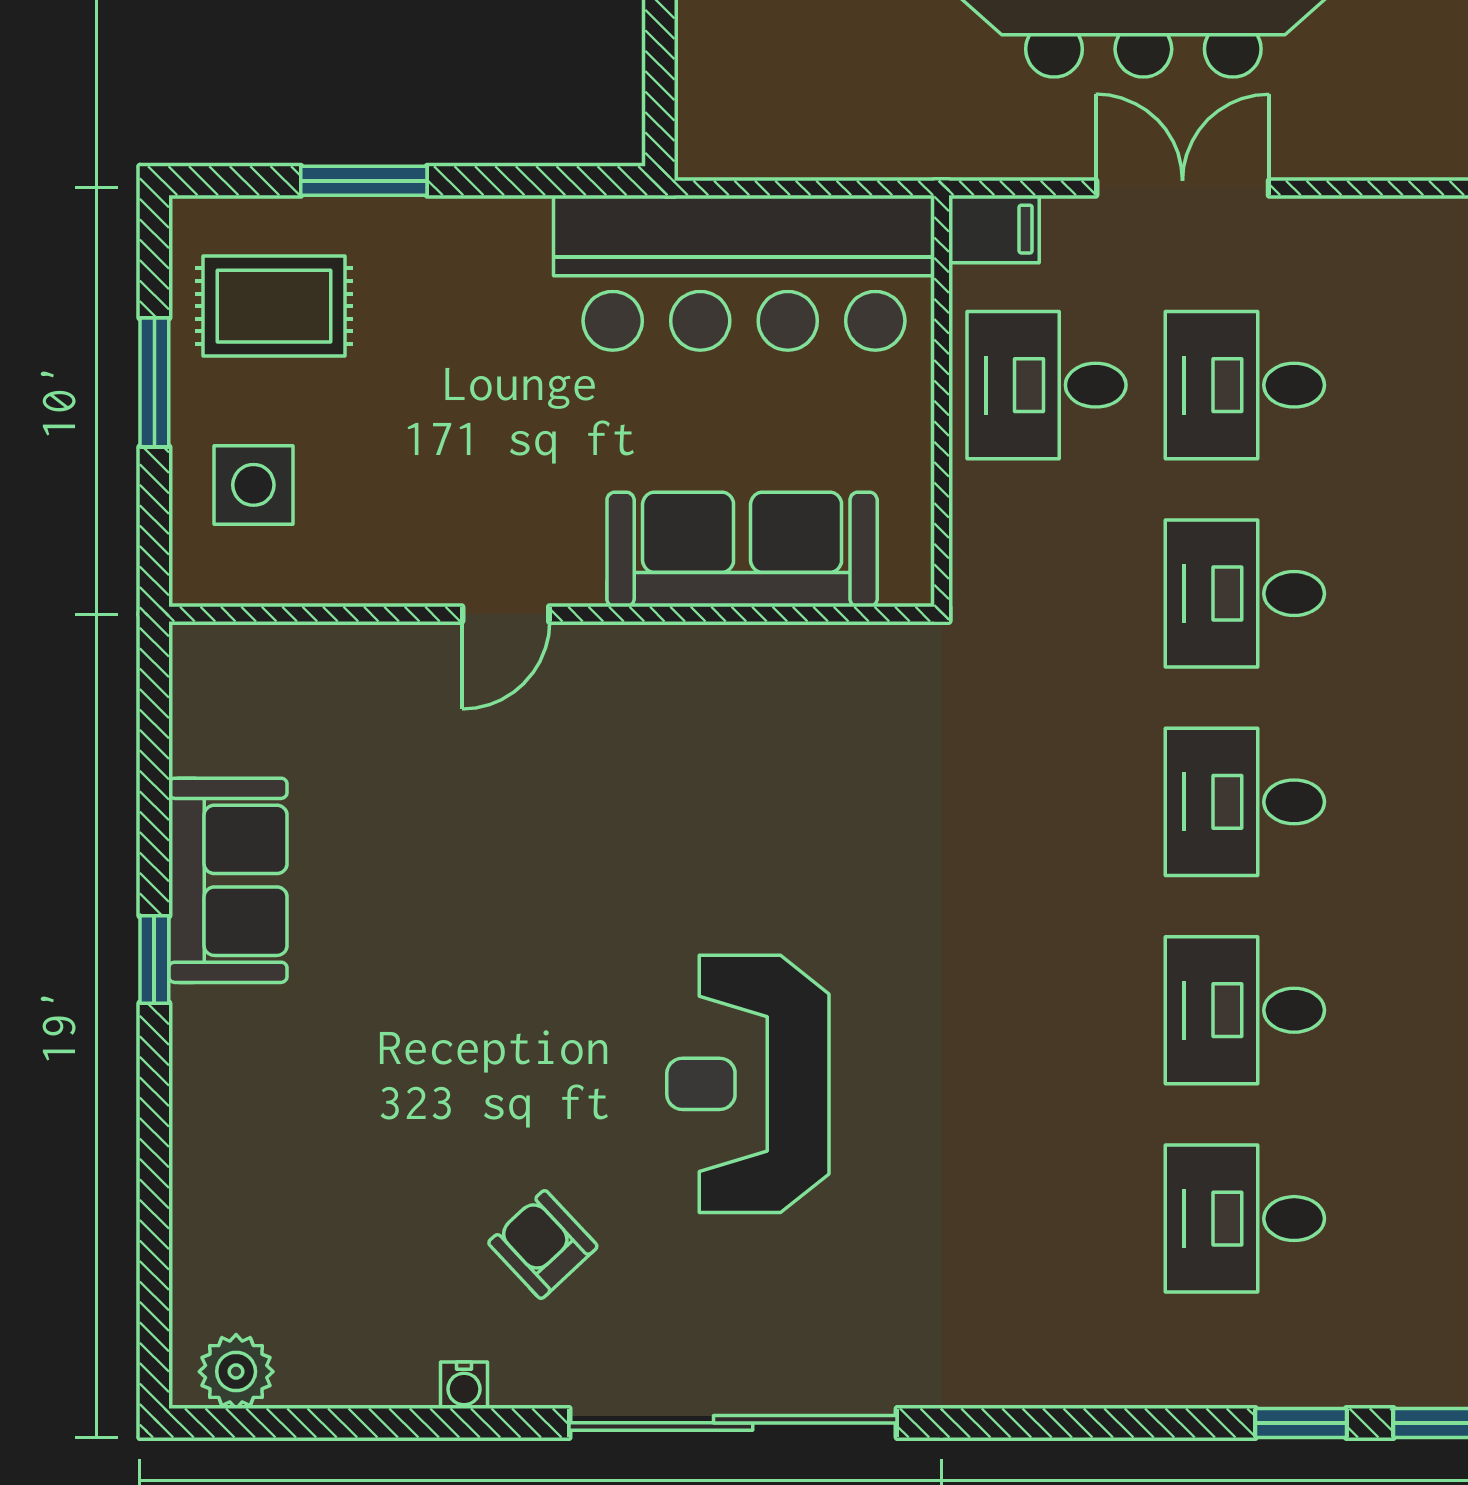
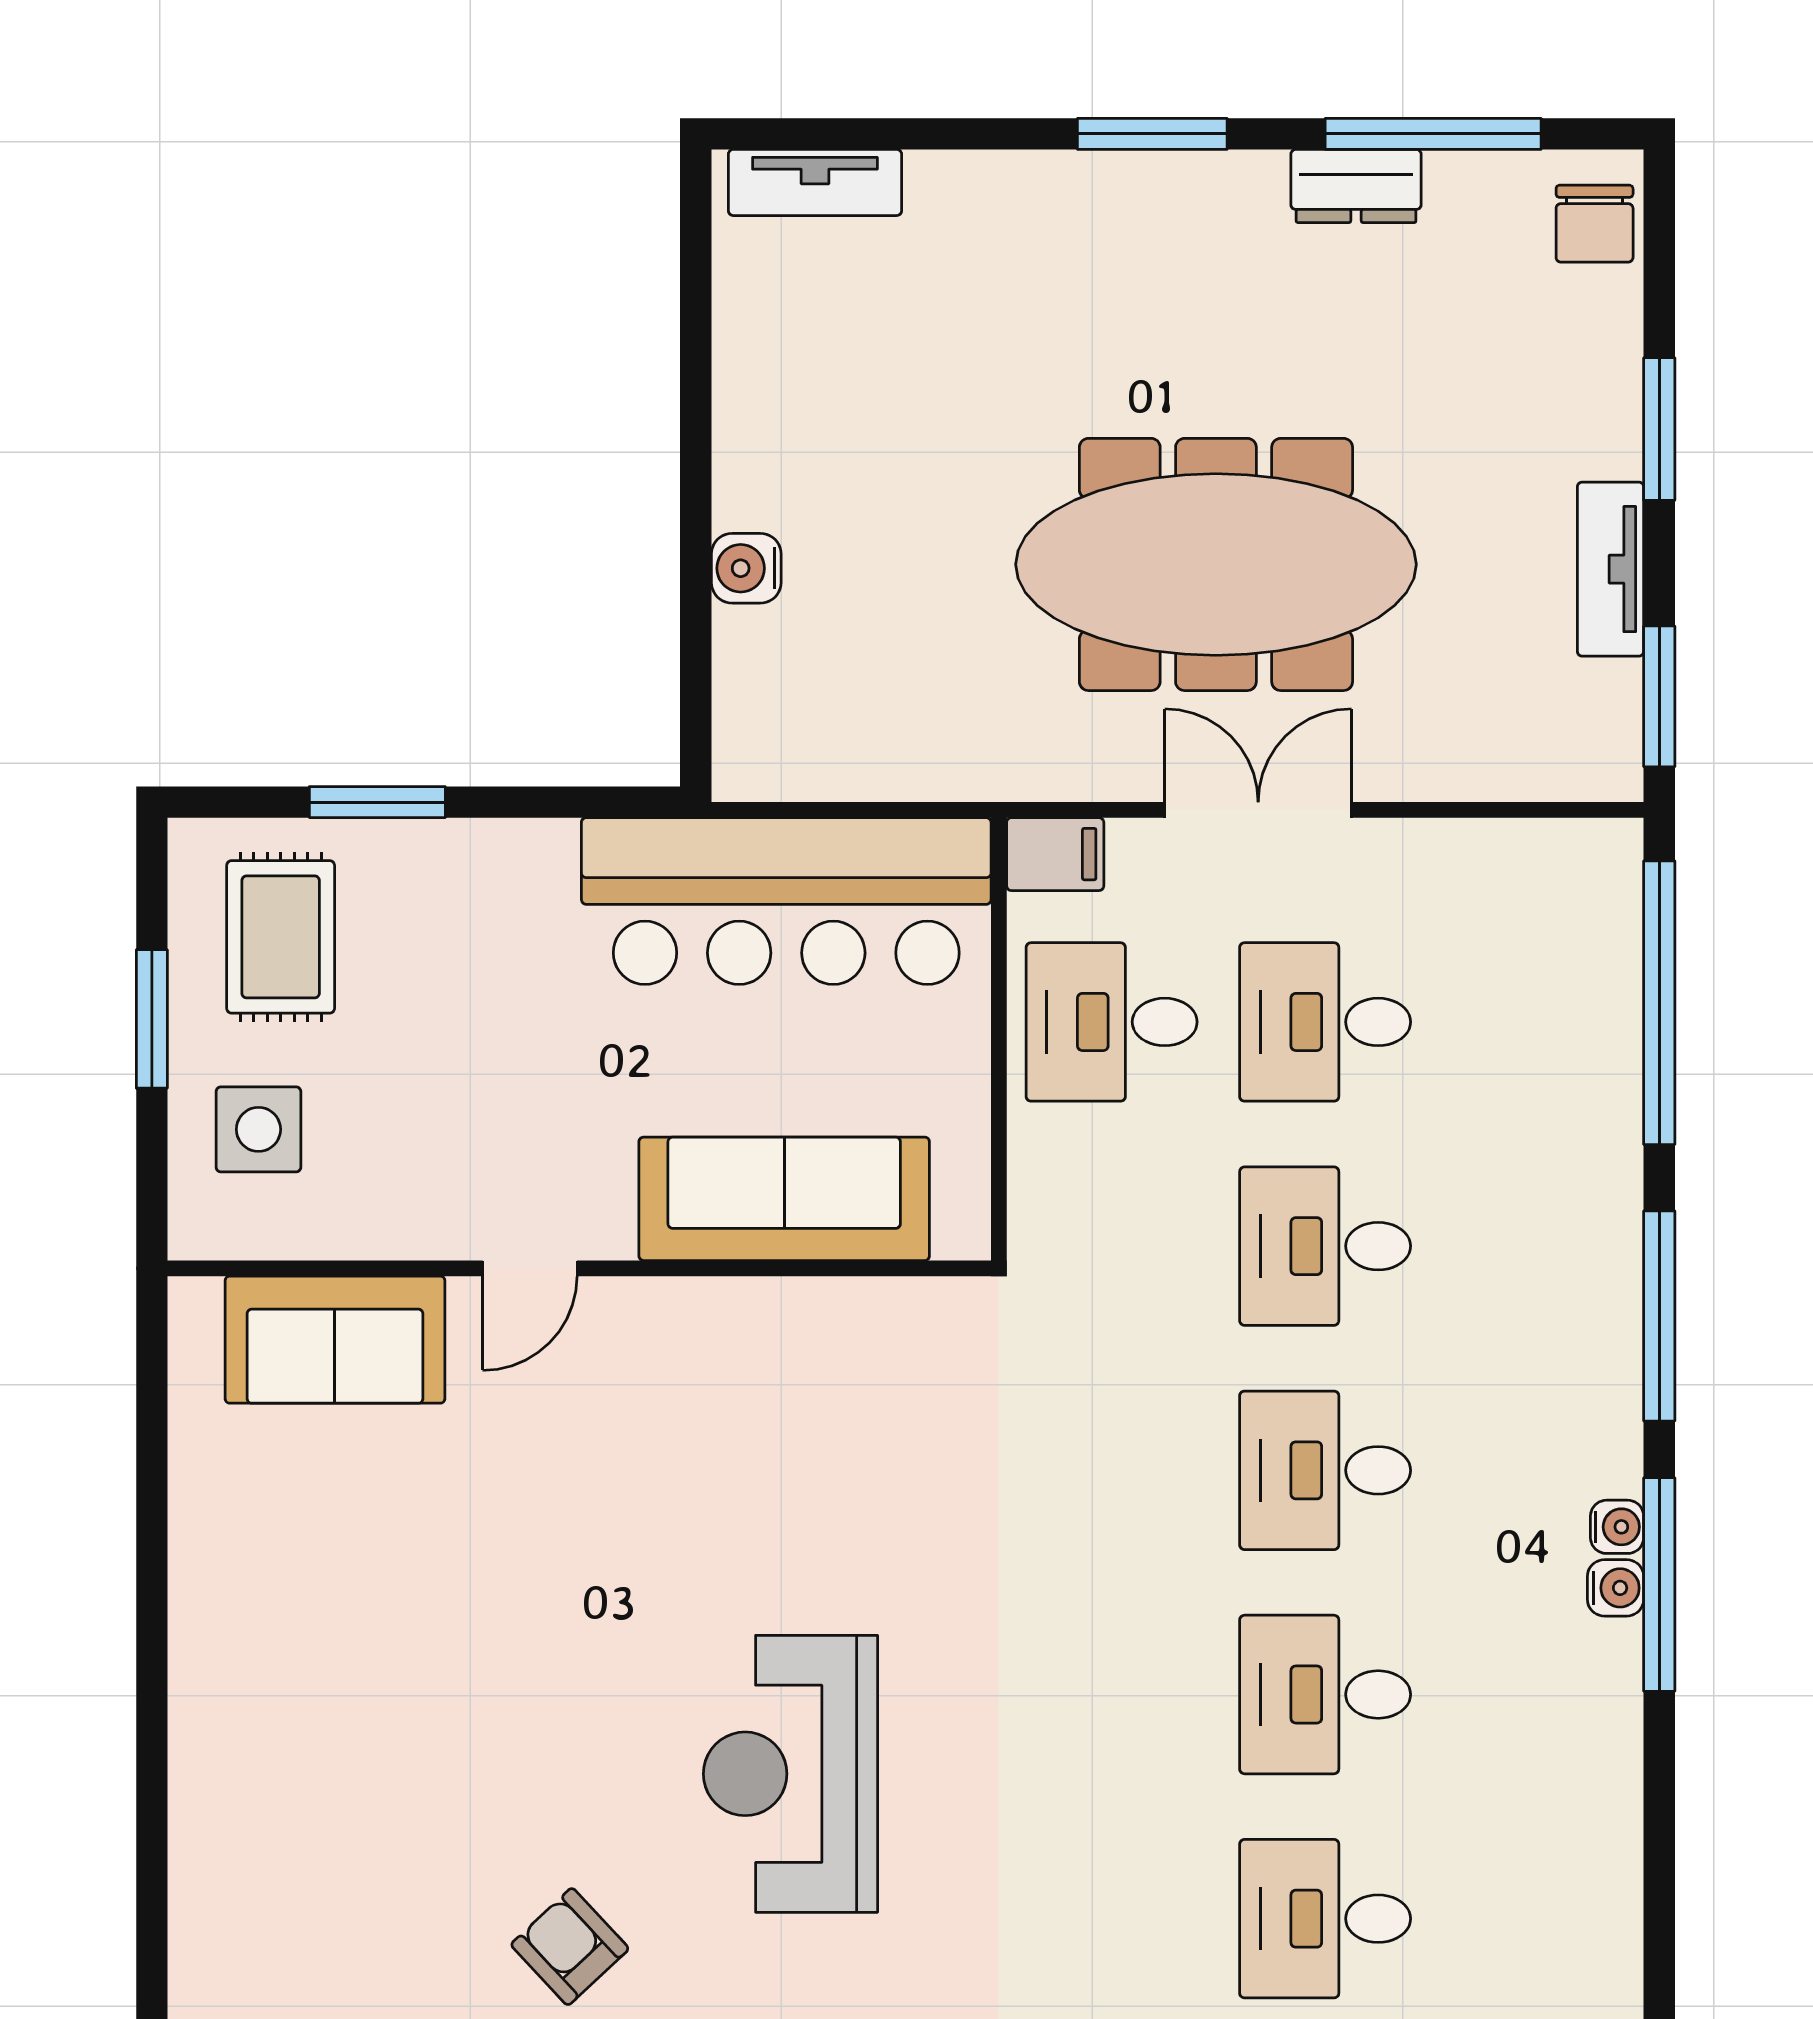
rug: (274, 306) -> (281, 937), turned 90
sofa: (228, 880) -> (335, 1340), moved, turned 90
window: (154, 959) -> (152, 1640), removed

